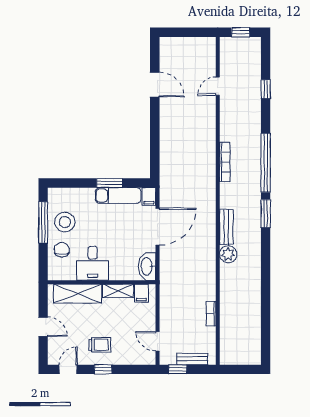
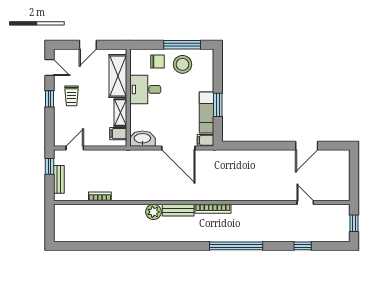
bookcase: (225, 162) -> (213, 209), moved
window: (266, 214) -> (190, 246), removed

